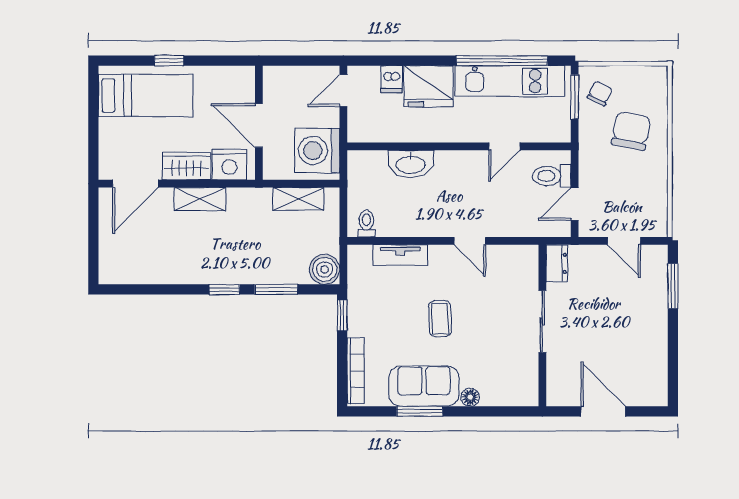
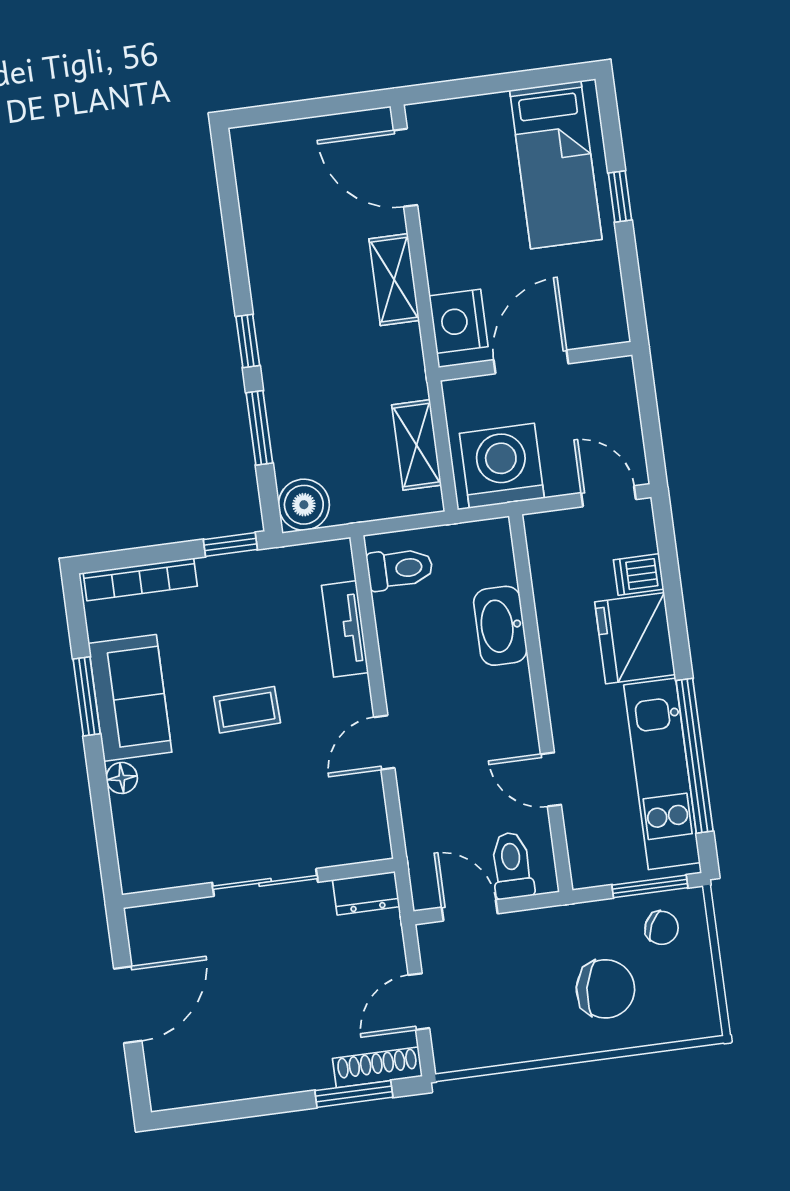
wardrobe: (186, 166) -> (446, 249), removed
toilet: (366, 224) -> (400, 569), width x1.37, depth x1.39
shoe rack: (659, 270) -> (377, 1067), added

